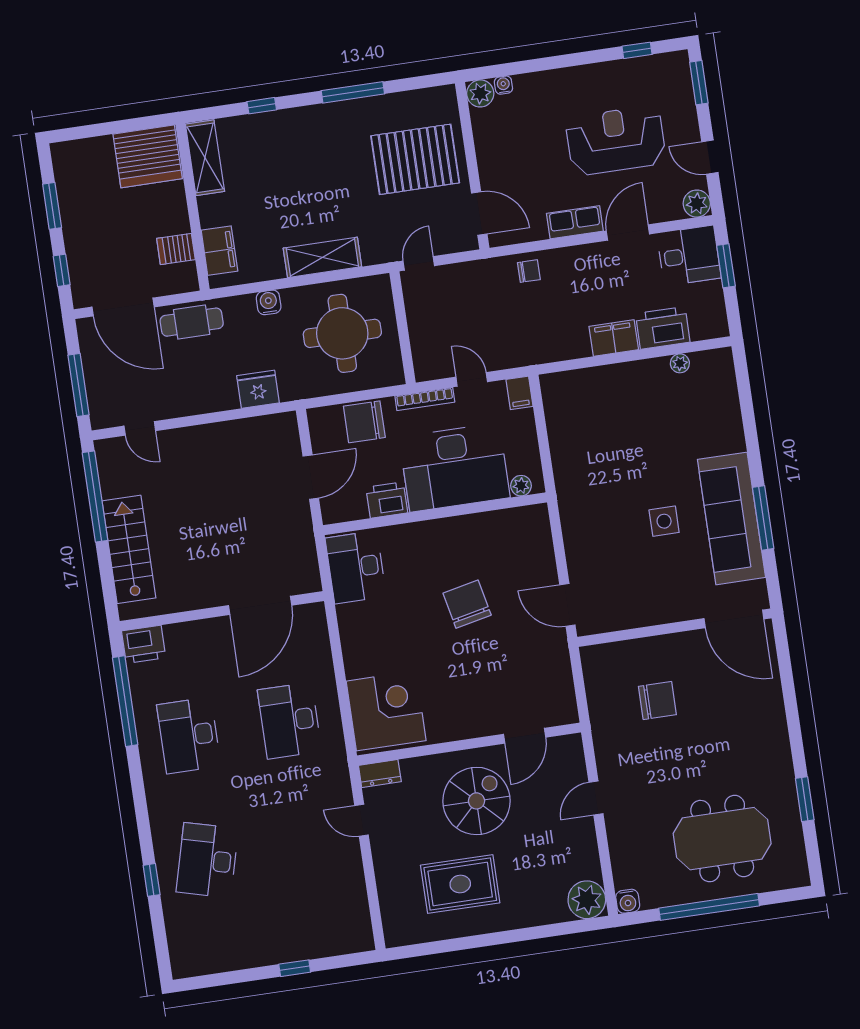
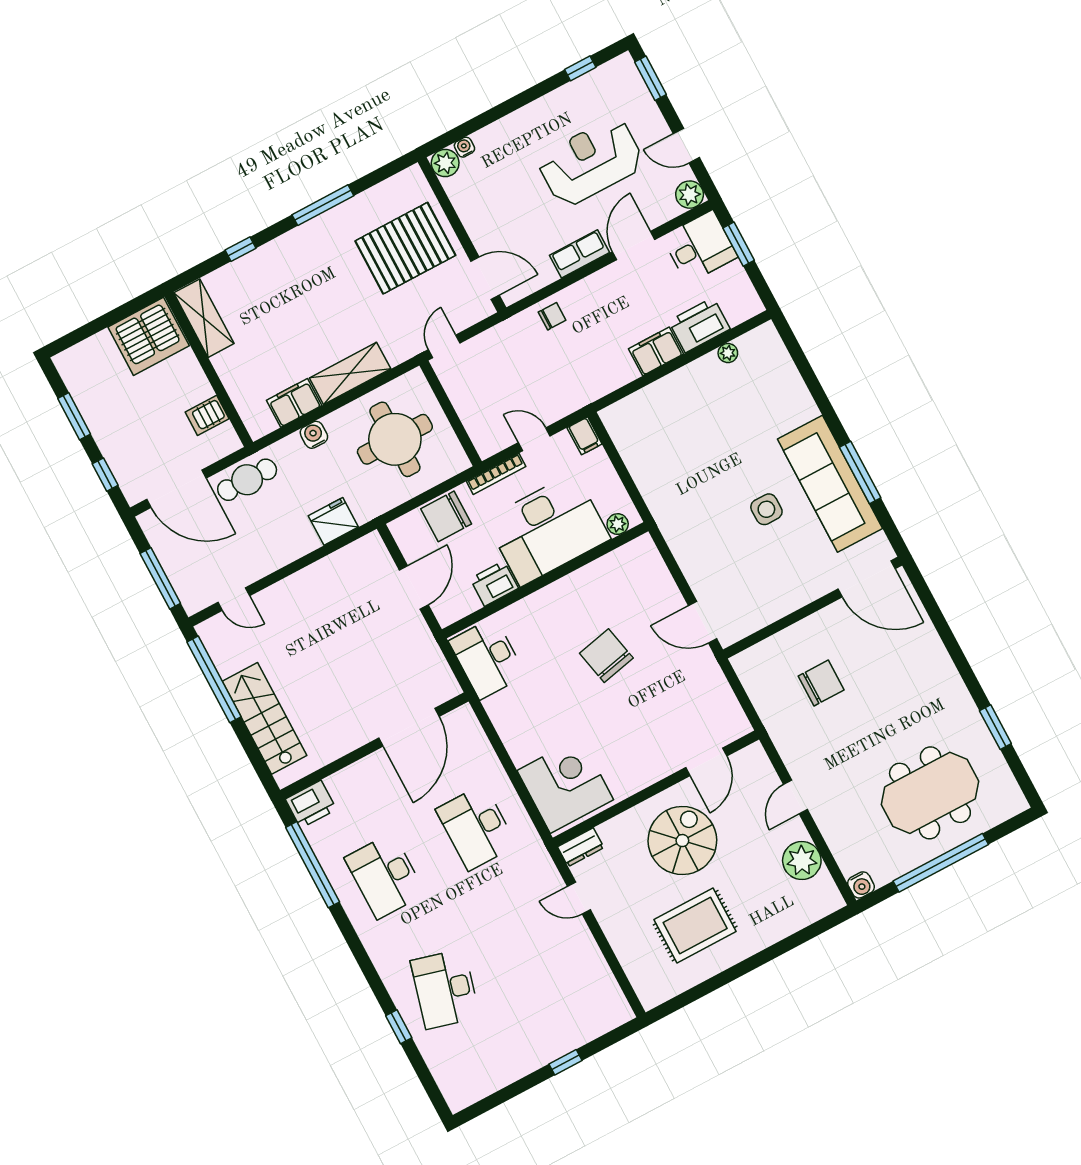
filing cabinet: (219, 251) -> (294, 403), moved, turned -90
plant: (587, 900) -> (802, 861), moved

